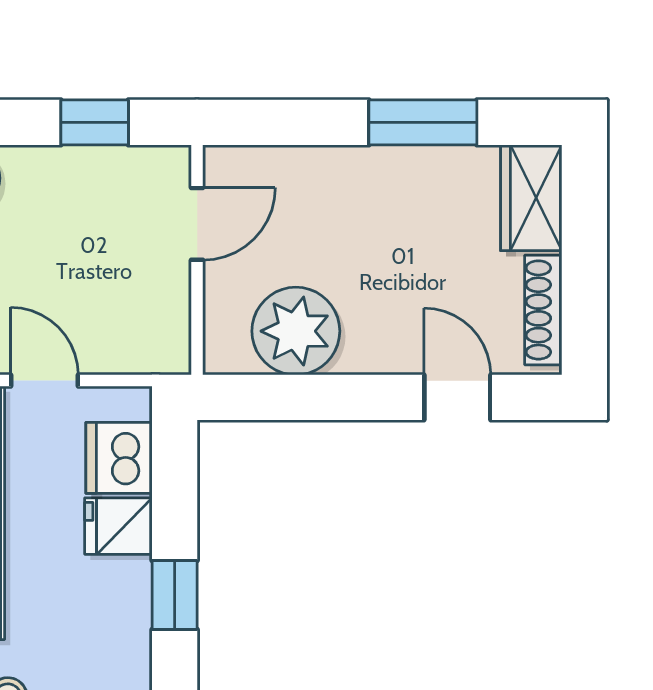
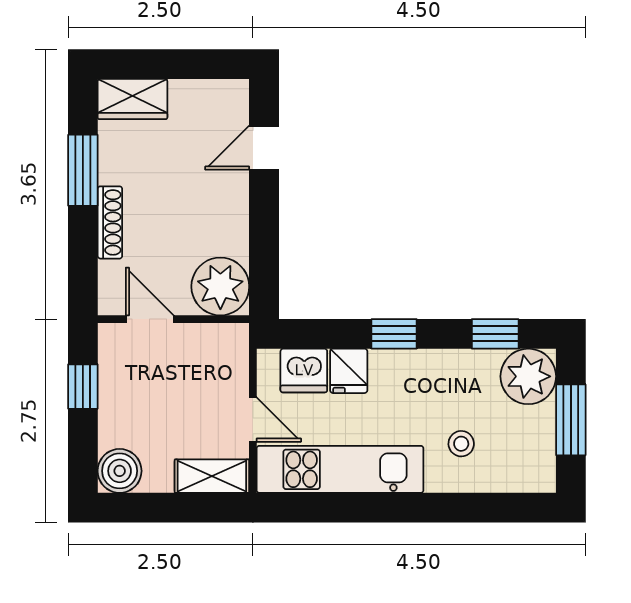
shoe rack: (543, 310) -> (110, 222), moved, turned -90
plant: (296, 331) -> (220, 286), moved
door: (44, 381) -> (253, 420), swing flipped

